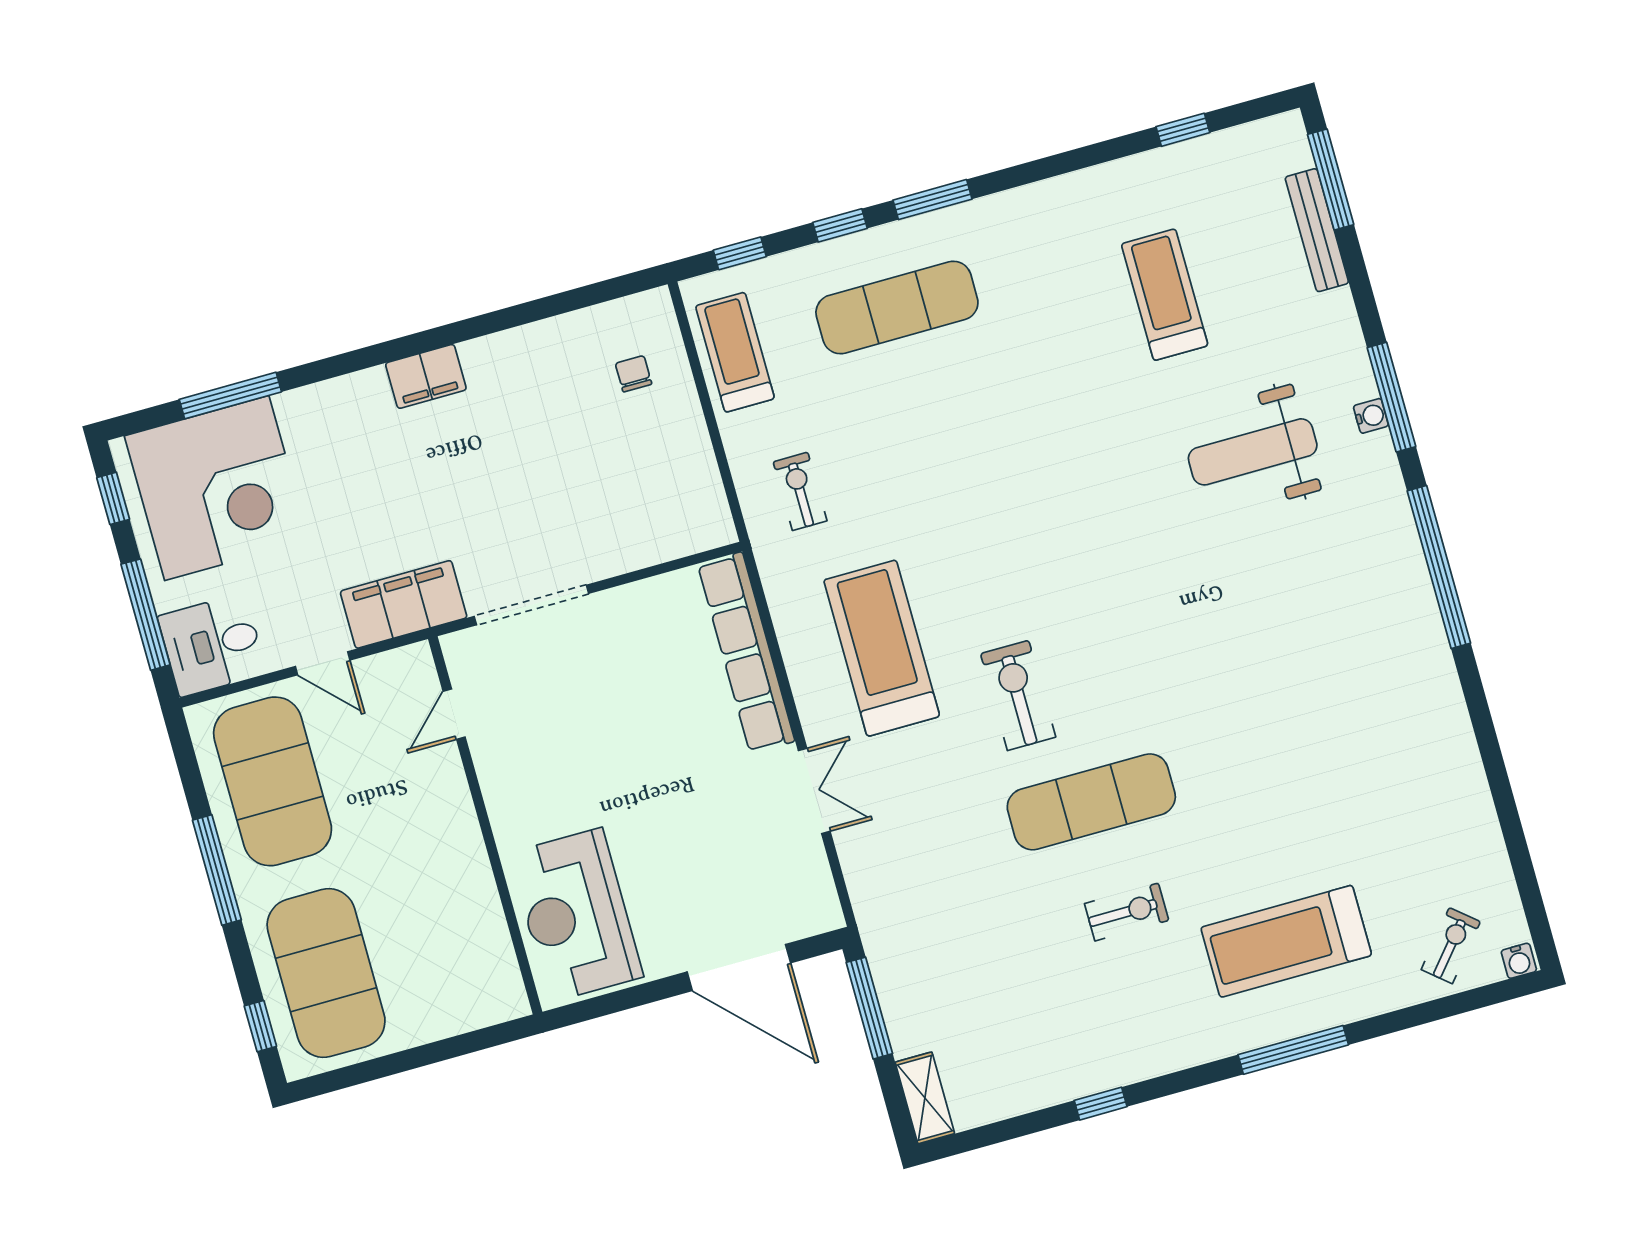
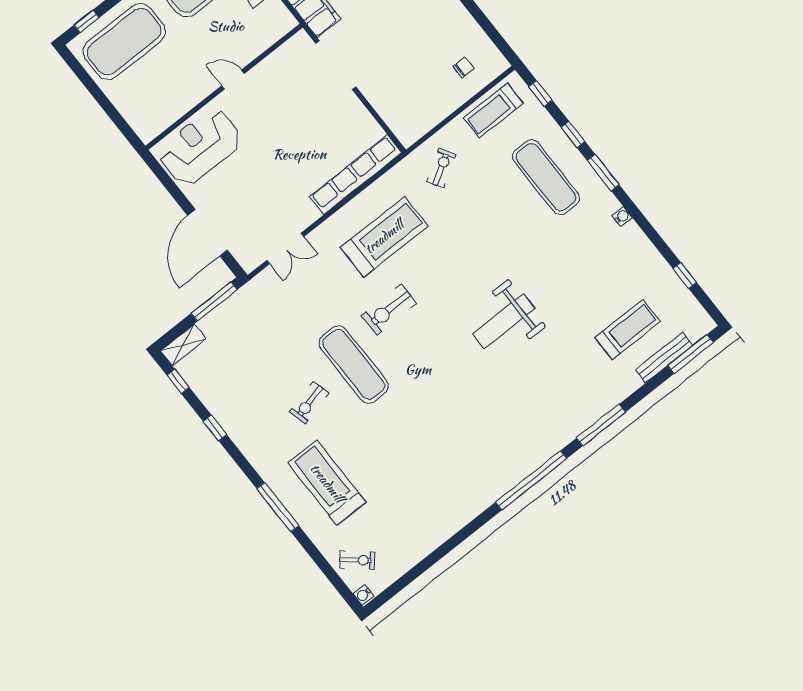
treadmill: (1165, 295) -> (628, 329), moved
treadmill: (735, 352) -> (493, 110), turned 180
water cooler: (1371, 416) -> (622, 217), moved, turned -90
weight bench: (1253, 452) -> (504, 321), moved, turned -90
exercise bike: (800, 491) -> (441, 168), turned -31
exercise bike: (1018, 695) -> (389, 310), turned 180
door: (454, 714) -> (233, 80), moved
double door: (814, 791) -> (285, 248), moved
exercise bike: (1127, 912) -> (309, 403), turned 76
window: (987, 1135) -> (178, 381), added

